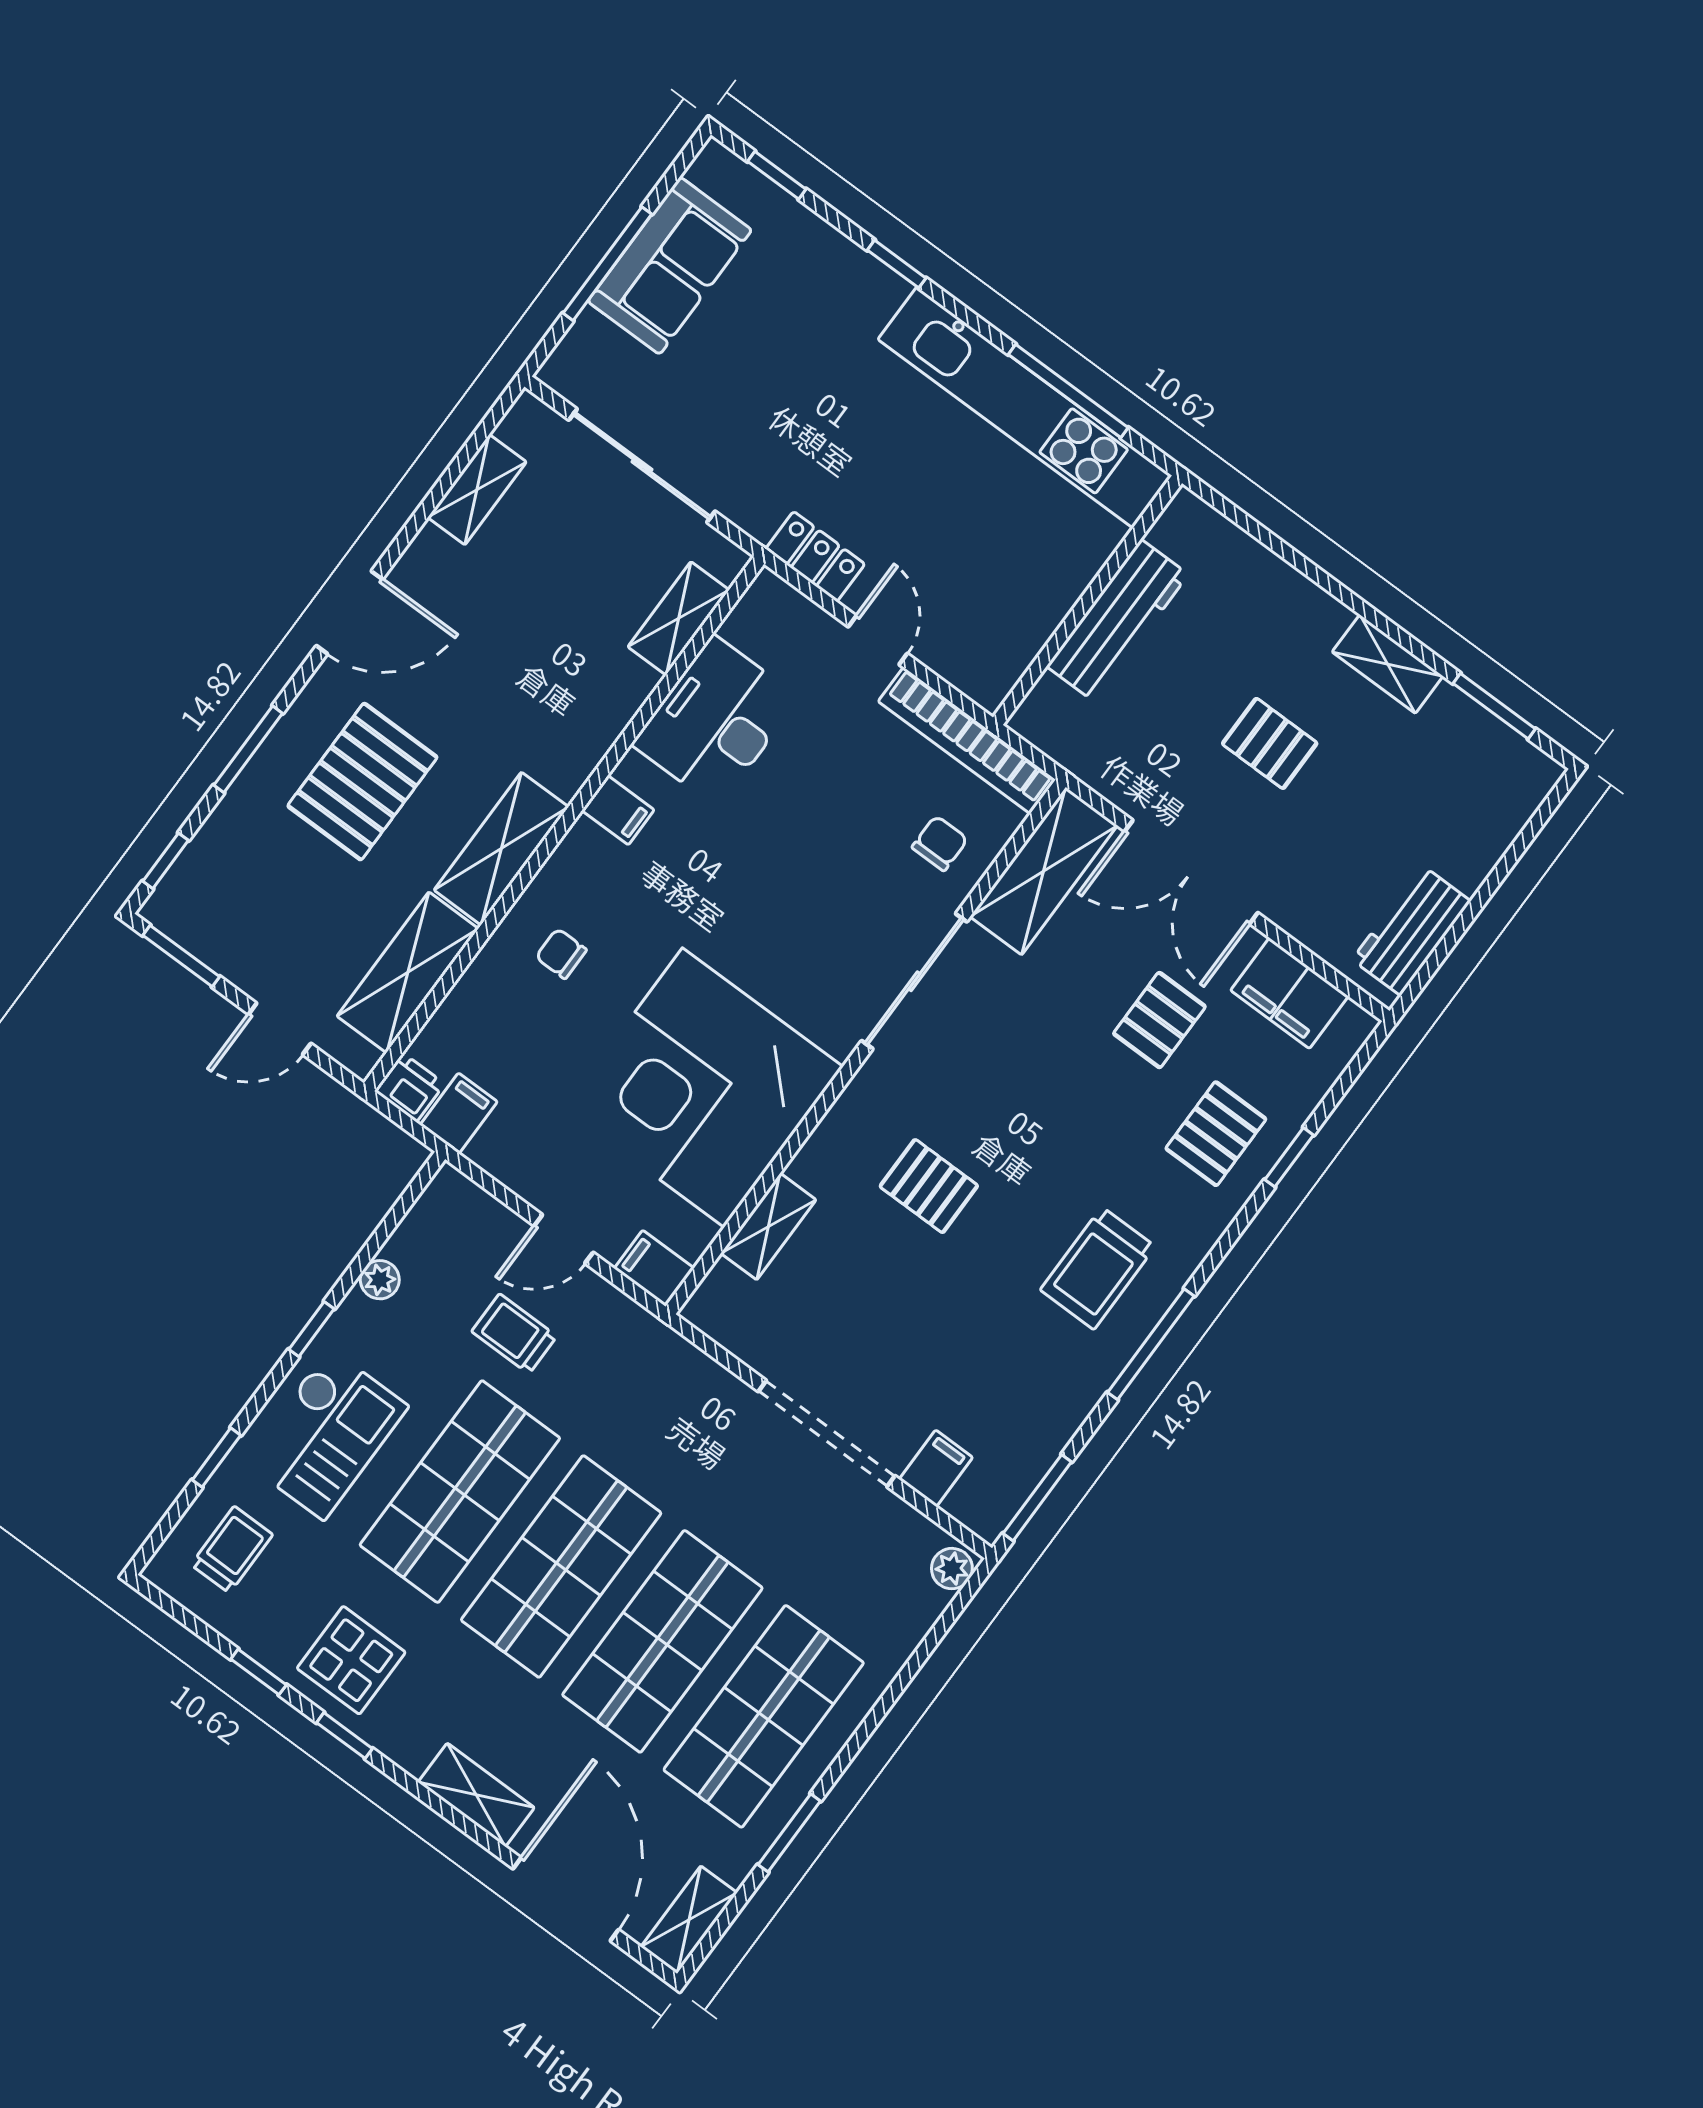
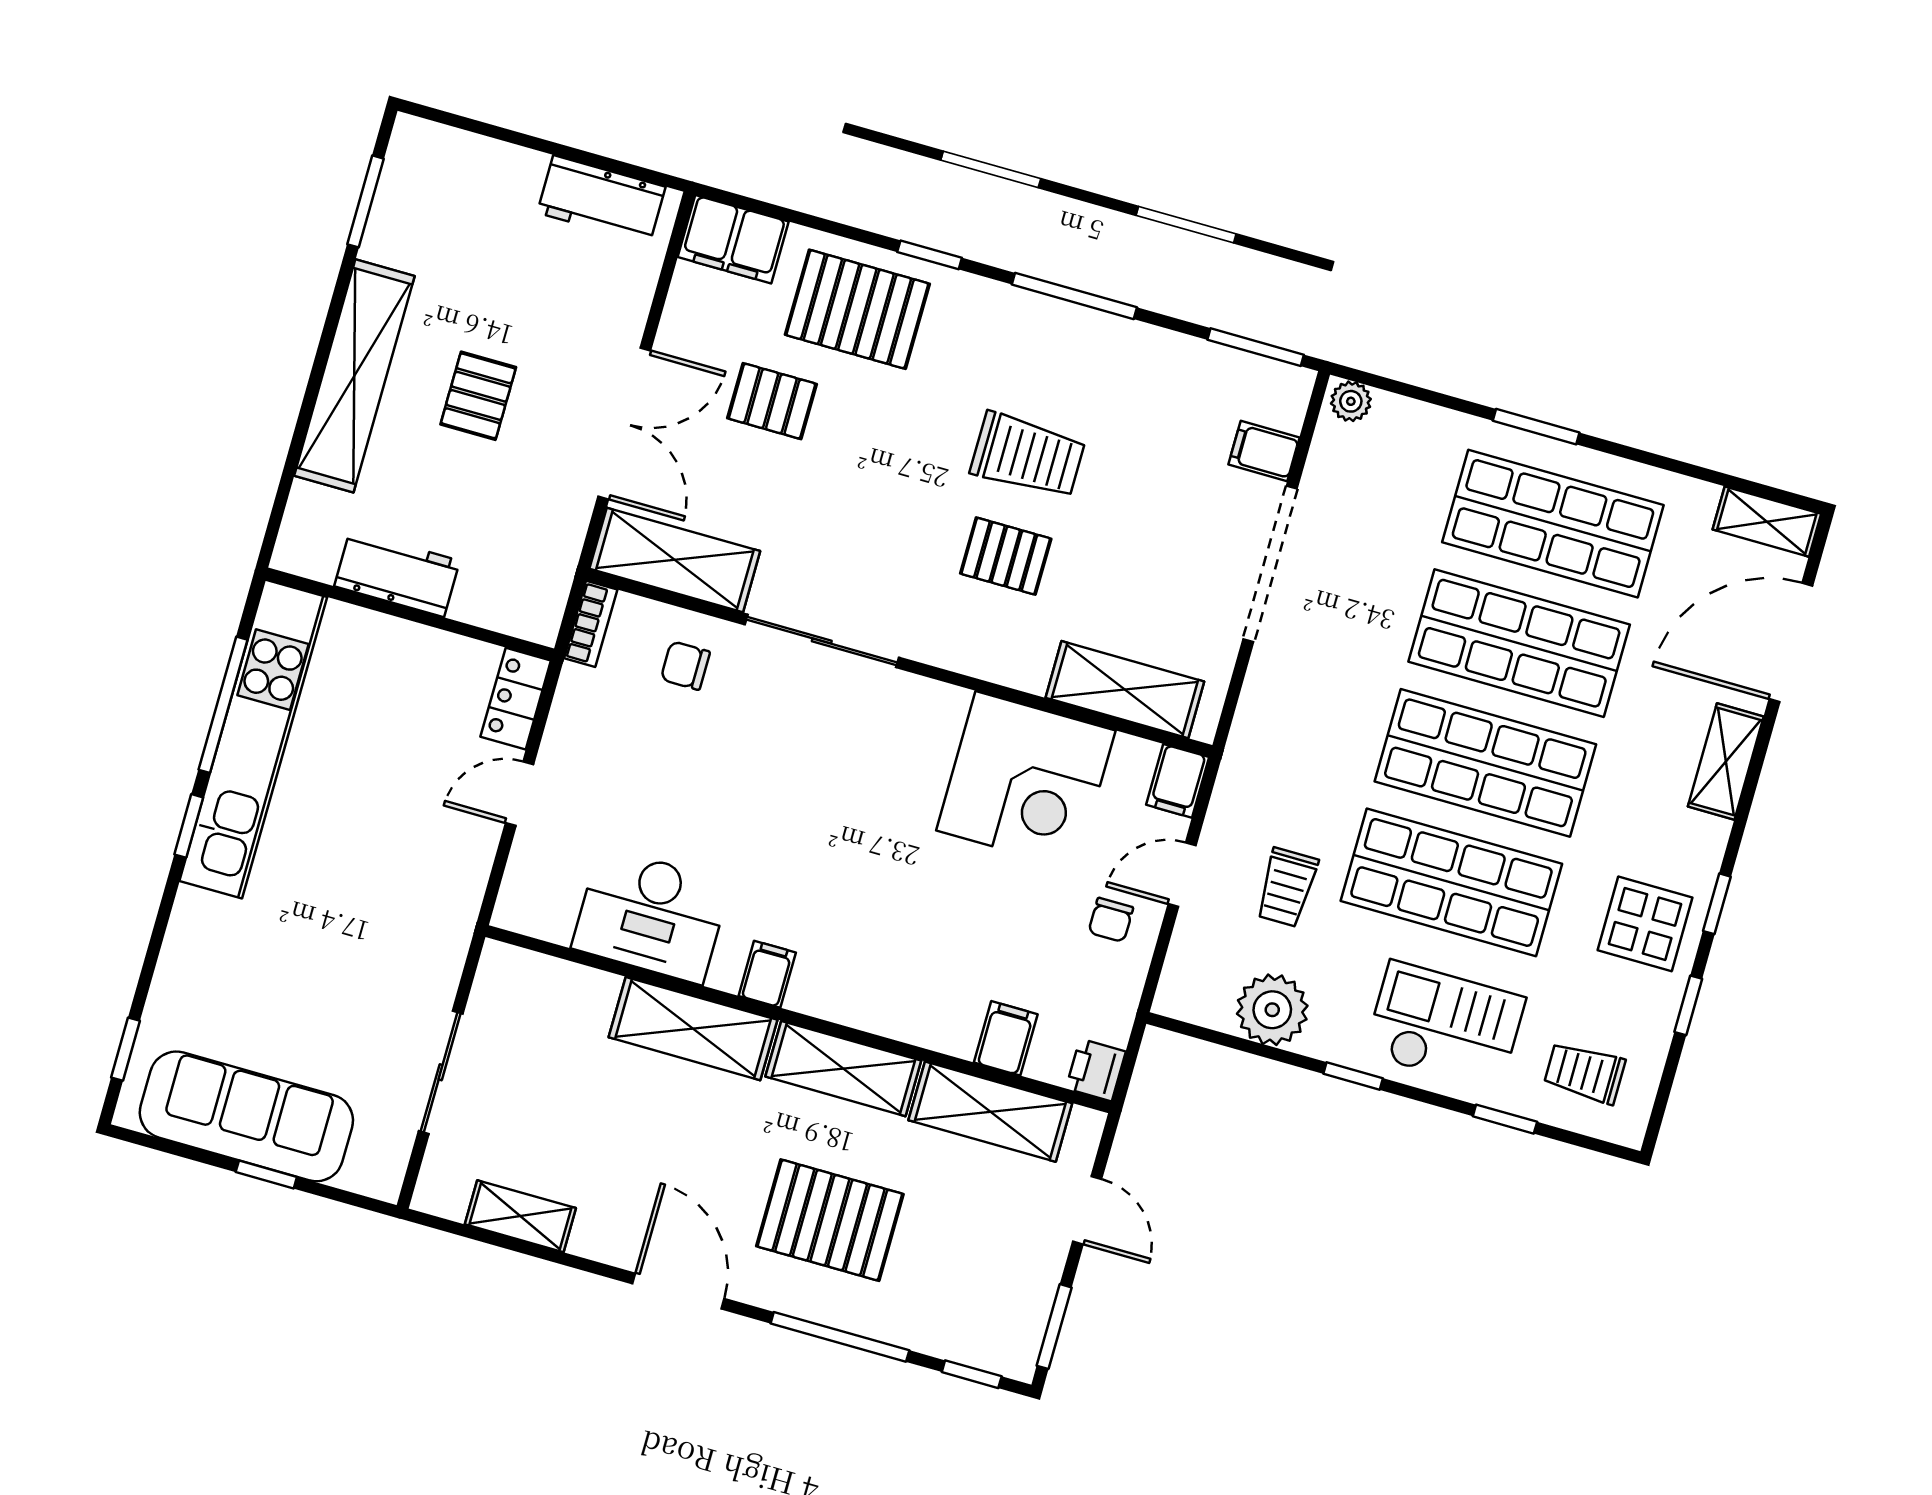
window: (607, 264) -> (266, 1175), width x0.46
window: (897, 264) -> (189, 826), moved
sofa: (670, 266) -> (246, 1116), width x1.36
sliding door: (642, 466) -> (441, 1072), width x0.73
locker: (815, 557) -> (516, 699), moved
shelving: (679, 618) -> (693, 1029), moved, width x1.50, depth x1.33
workbench: (1117, 620) -> (397, 573), width x0.73
shelving: (1388, 664) -> (354, 376), width x2.20, depth x1.33
bookcase: (967, 740) -> (591, 624), width x0.43, depth x0.76
window: (248, 749) -> (840, 1337), width x1.44
chair: (561, 954) -> (1111, 920), moved
filing cabinet: (1289, 993) -> (733, 239), moved, turned 90
corner desk: (703, 1088) -> (1026, 781), width x0.74, depth x0.74
filing cabinet: (459, 1113) -> (1006, 1038), moved, turned 90
pallet: (1216, 1134) -> (857, 309), width x1.50, depth x1.42
window: (1289, 1157) -> (930, 255), moved
pallet: (929, 1186) -> (1006, 556), turned 90
shelving: (768, 1227) -> (1125, 690), width x1.50, depth x1.33
door: (564, 1239) -> (1182, 875), swing flipped
trolley: (1098, 1268) -> (1028, 456), moved
plant: (380, 1280) -> (1272, 1010), width x1.87, depth x1.87
window: (789, 1833) -> (1536, 427), moved

